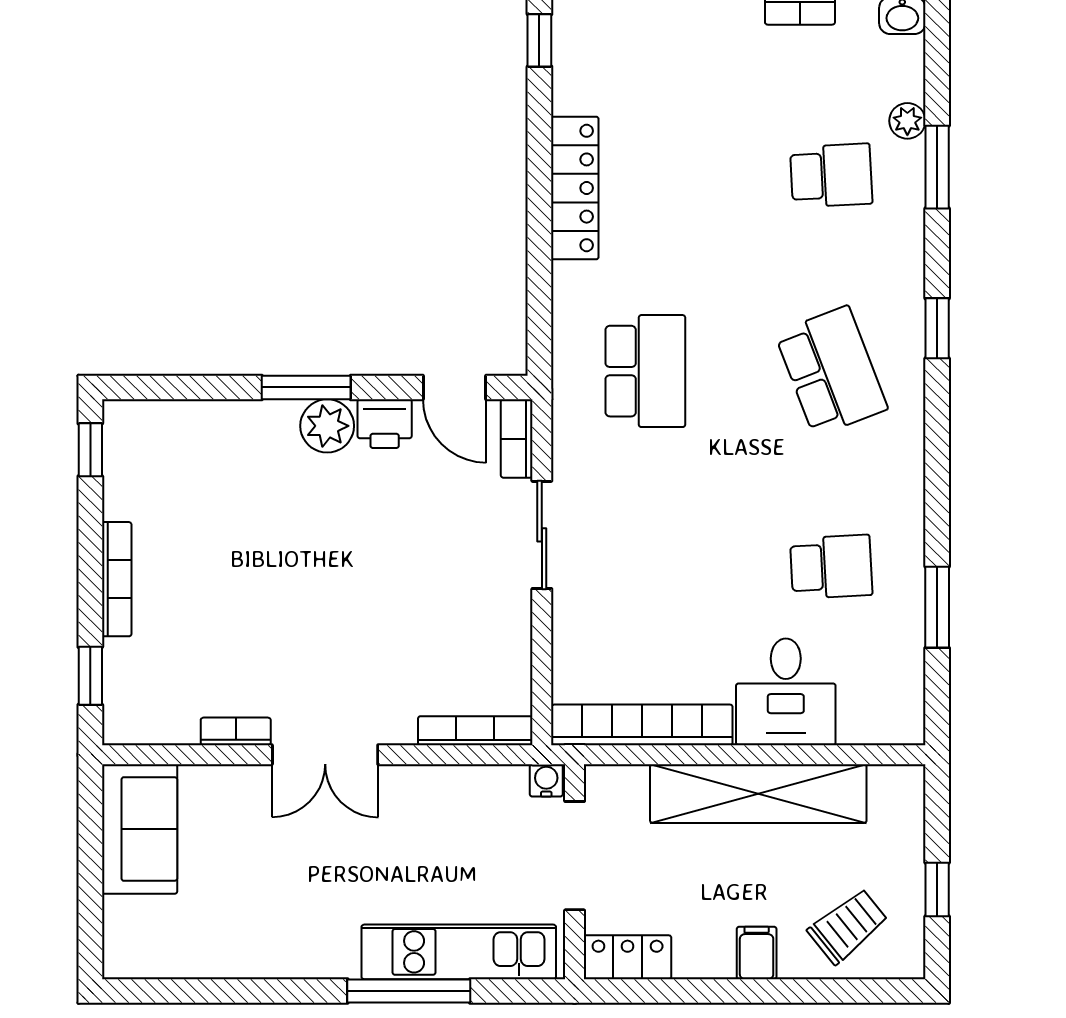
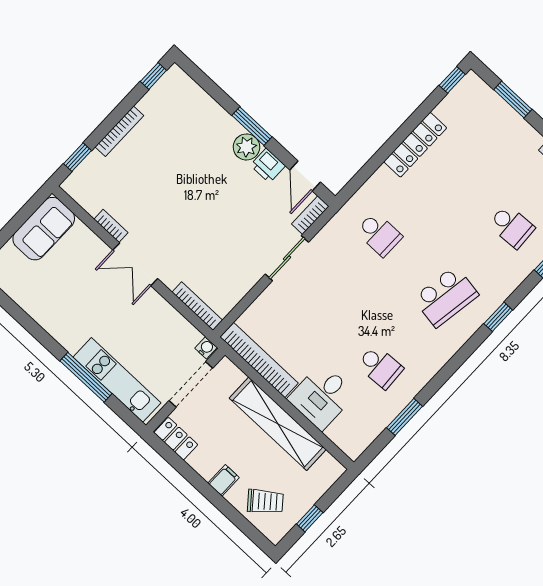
school desk: (645, 371) -> (379, 234), width x0.54
school desk: (831, 371) -> (446, 297), turned 30

